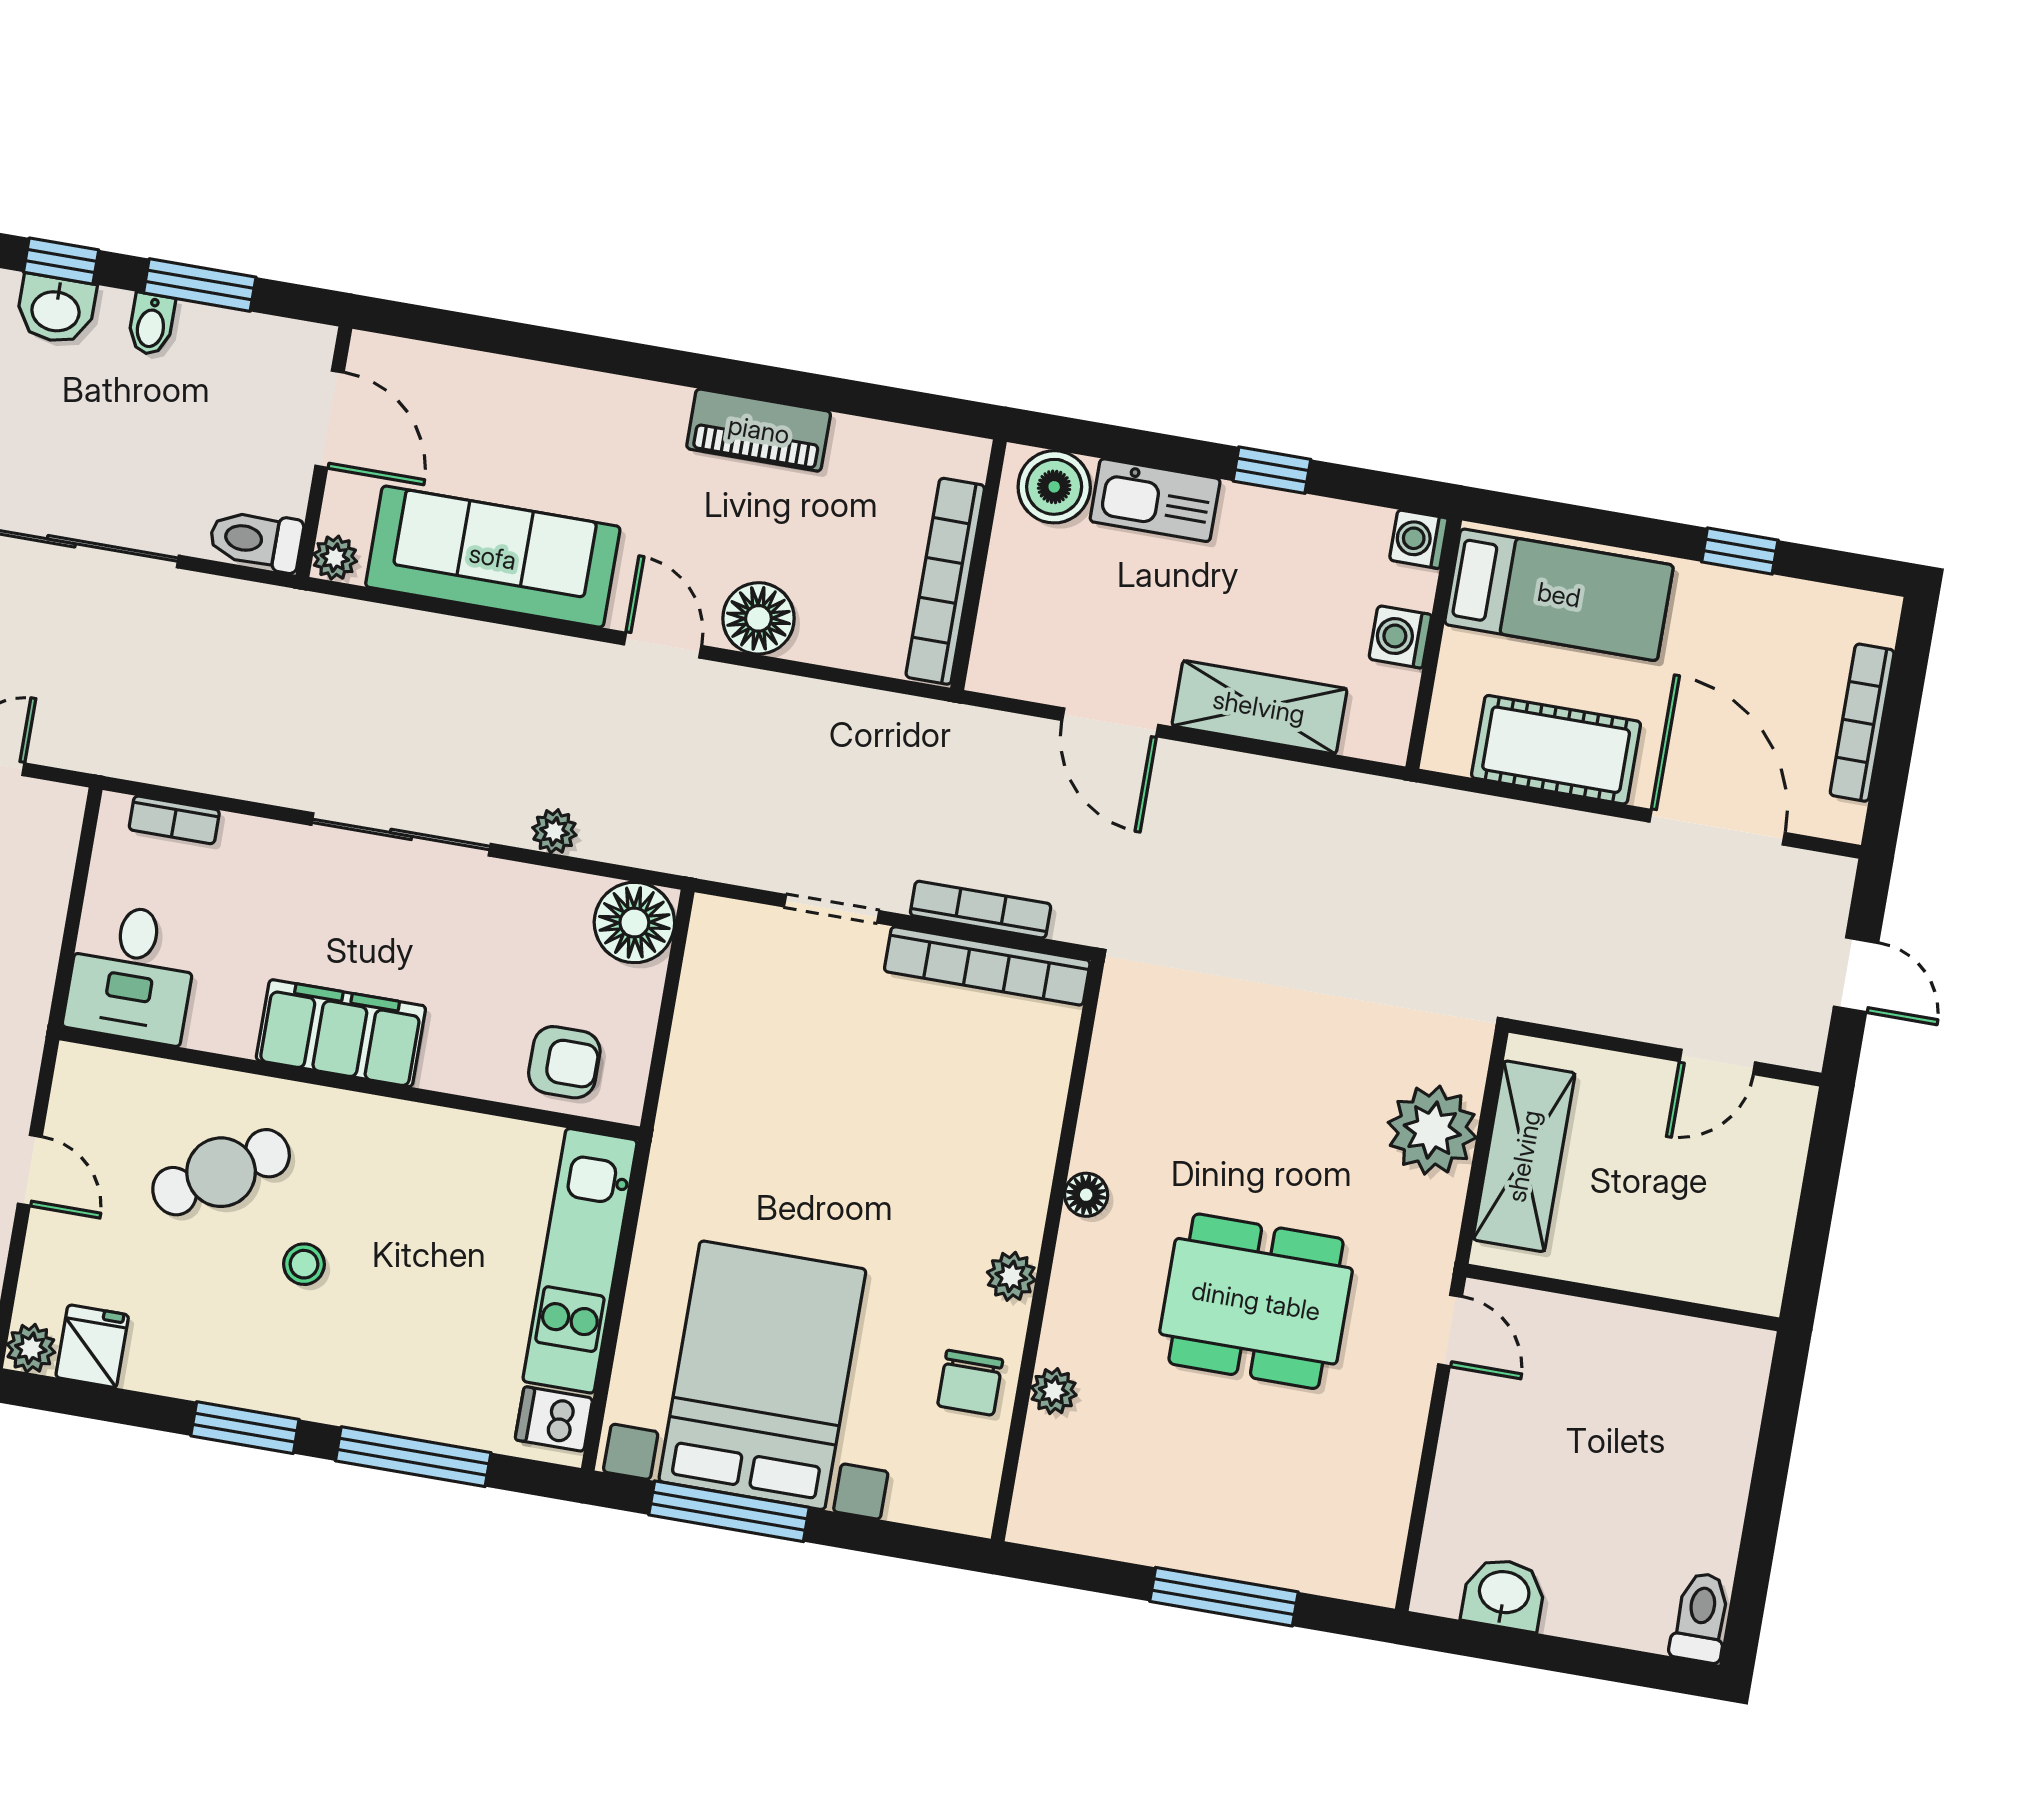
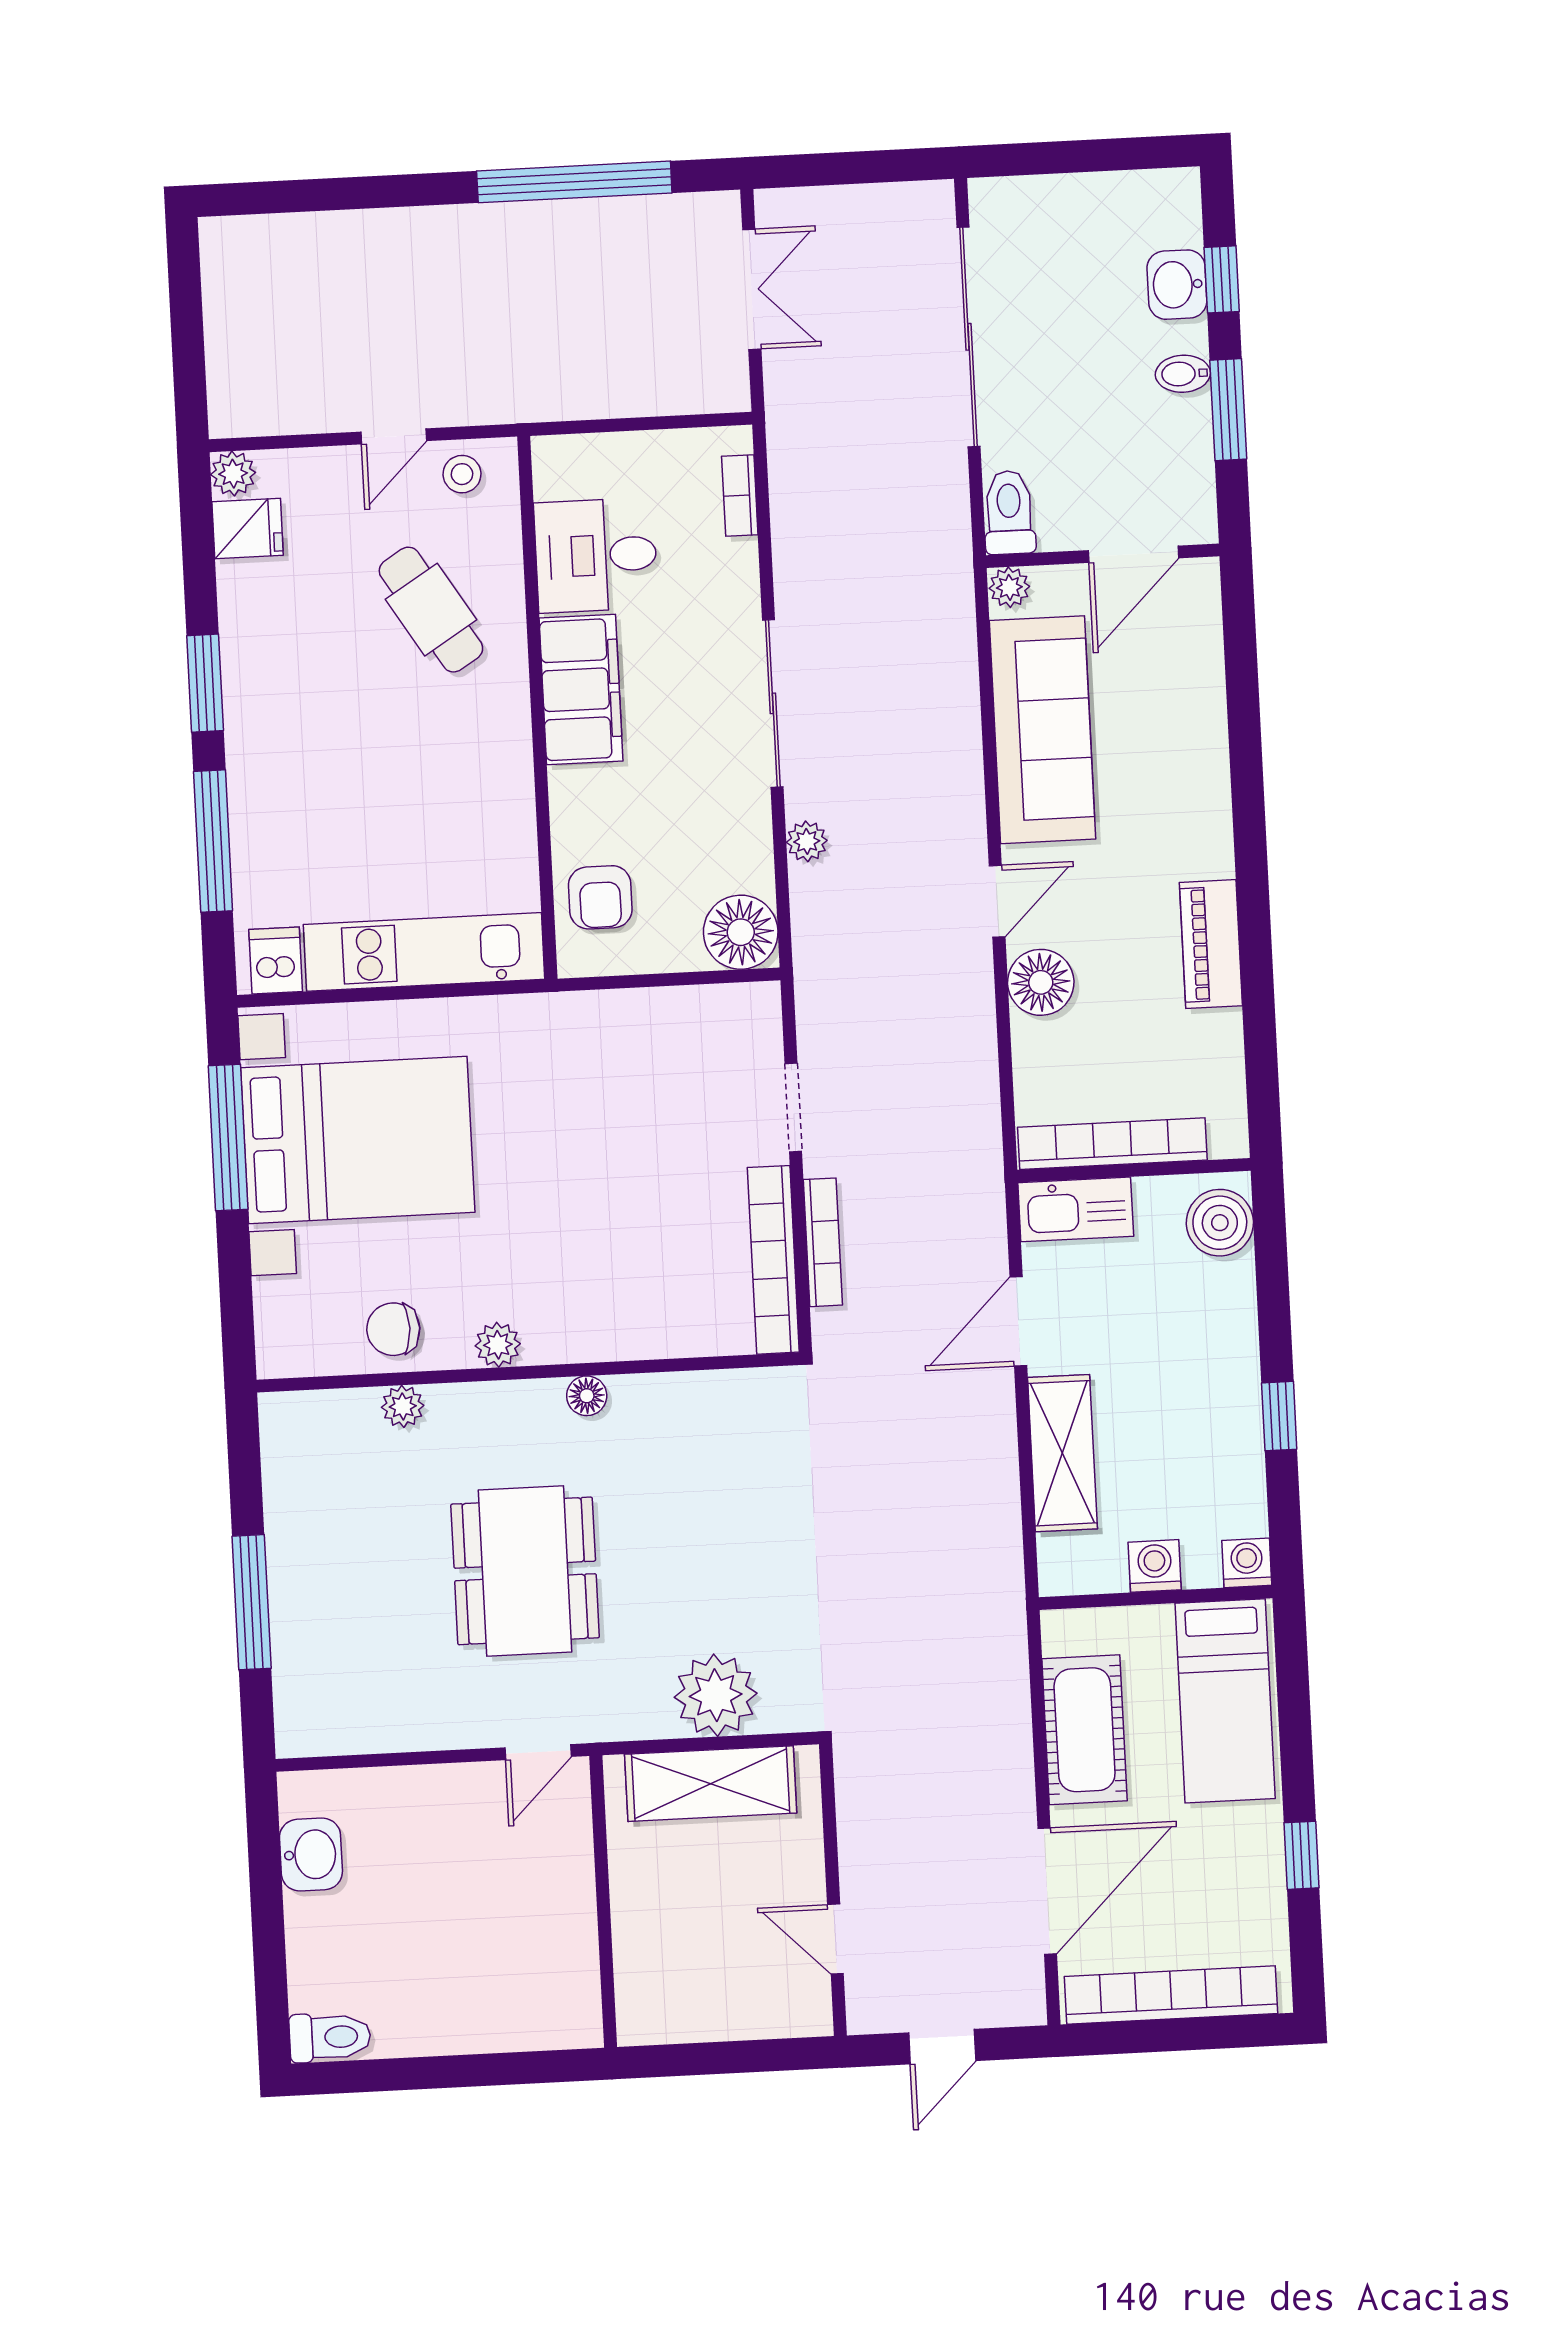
kitchen sink: (1155, 500) -> (1076, 1209), moved, turned -90
bookcase: (1862, 723) -> (1171, 1995), width x1.48, depth x1.31
desk: (132, 973) -> (596, 555), moved
stool: (304, 1264) -> (462, 474), moved

